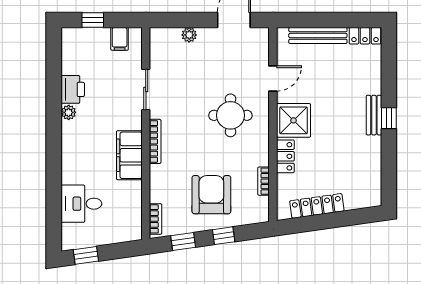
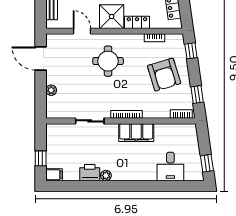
filing cabinet: (120, 39) -> (54, 175), moved
armchair: (211, 195) -> (164, 75), turned -107
window: (224, 236) -> (191, 51), moved

